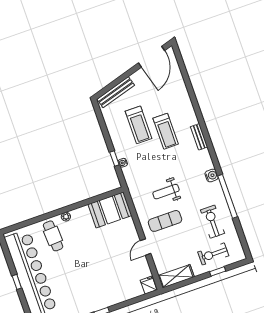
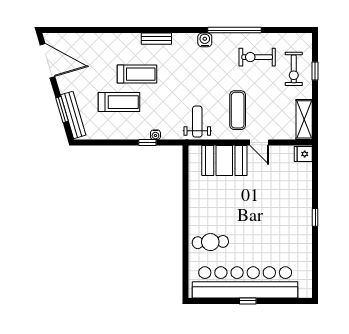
window: (117, 82) -> (62, 110), added
weight bench: (166, 192) -> (197, 122), moved, turned 180
booth: (110, 210) -> (224, 160), moved, turned 90
plant: (66, 217) -> (194, 220), removed

